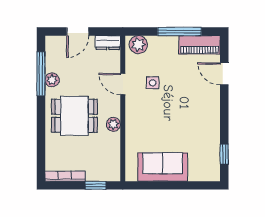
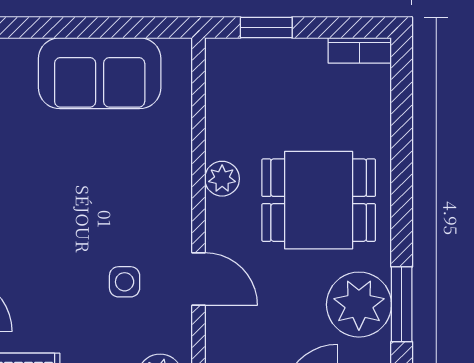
window: (41, 74) -> (402, 304), width x0.69
plant: (52, 80) -> (359, 305), width x1.87, depth x1.87
bookcase: (65, 176) -> (360, 50), width x0.64

